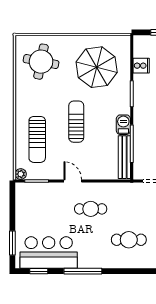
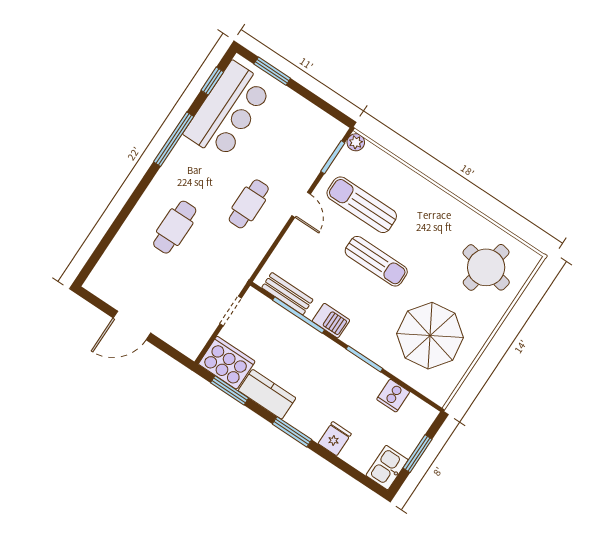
sun lounger: (37, 139) -> (362, 205), moved
bench: (124, 157) -> (287, 294), width x0.73
door: (73, 181) -> (301, 205), hinge flipped

